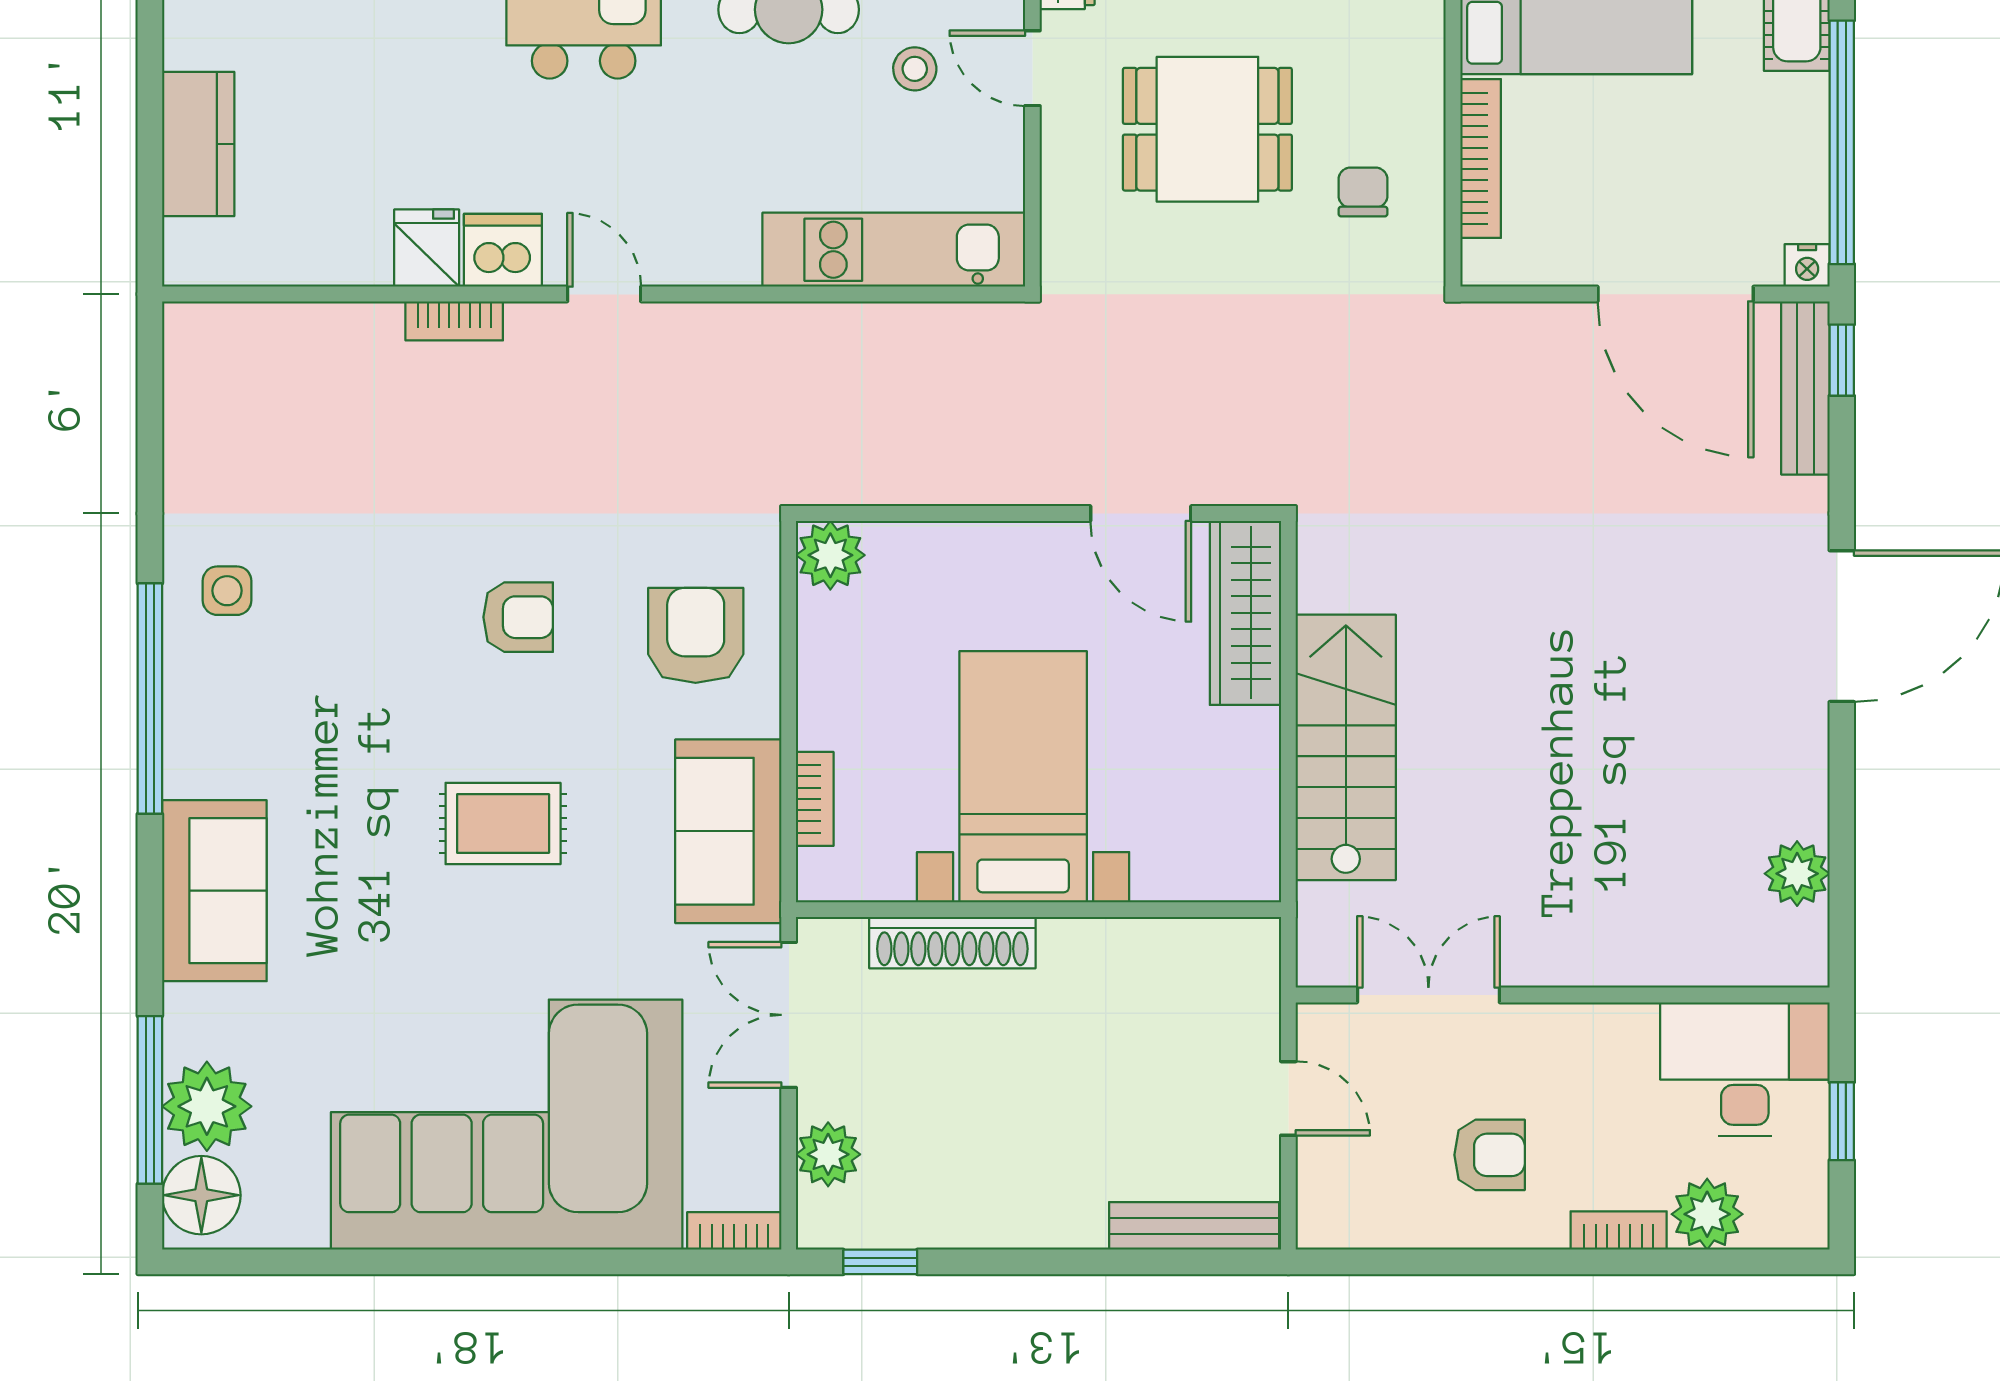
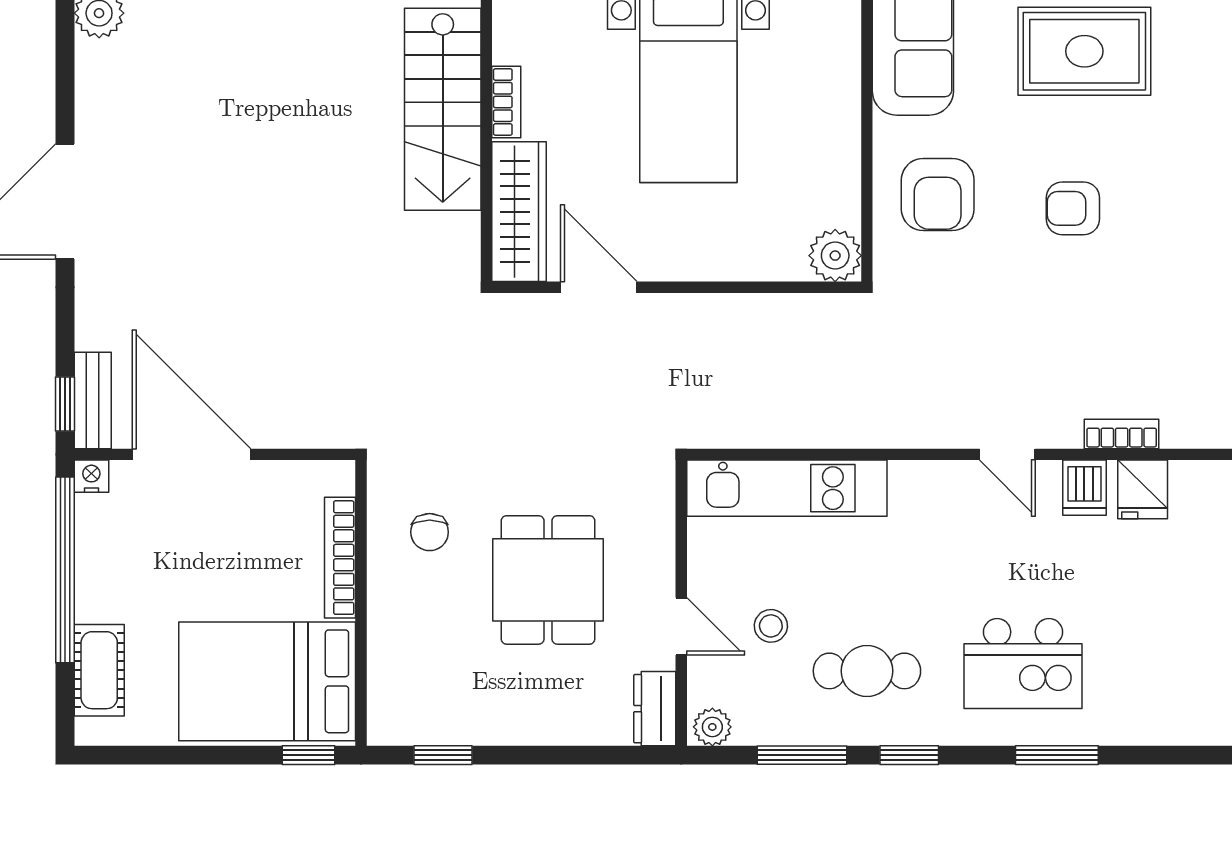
dining table: (1207, 129) -> (548, 580), turned 90
dishwasher: (503, 250) -> (1084, 488), width x0.73
bench: (1805, 388) -> (93, 400), width x0.73
bookcase: (815, 799) -> (506, 102), moved, turned 180
rug: (503, 824) -> (1084, 51), width x1.36, depth x1.43

